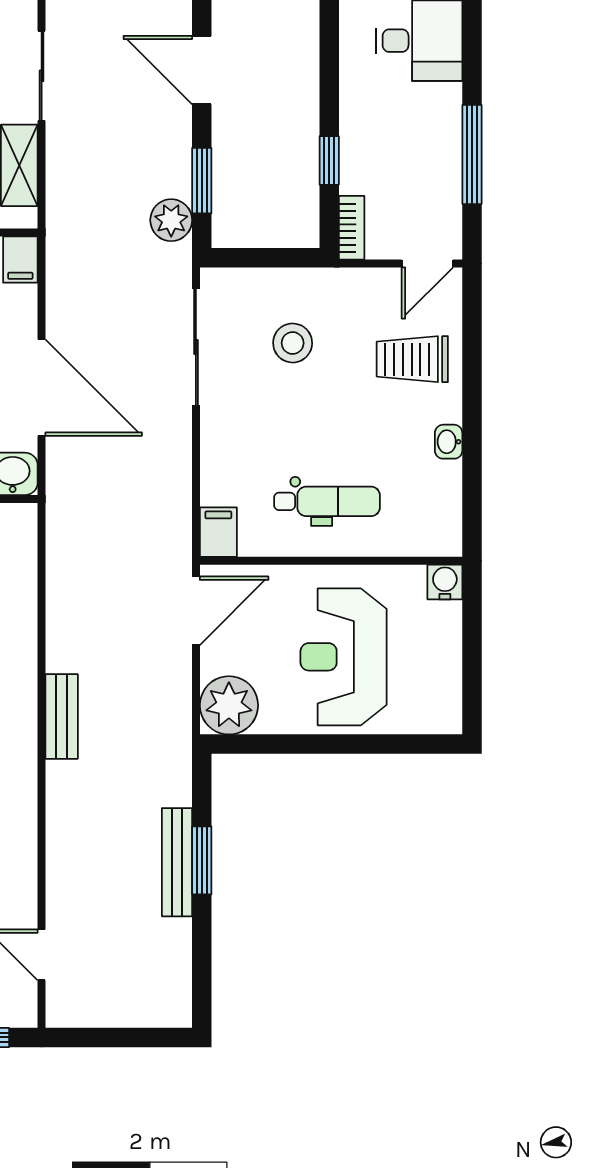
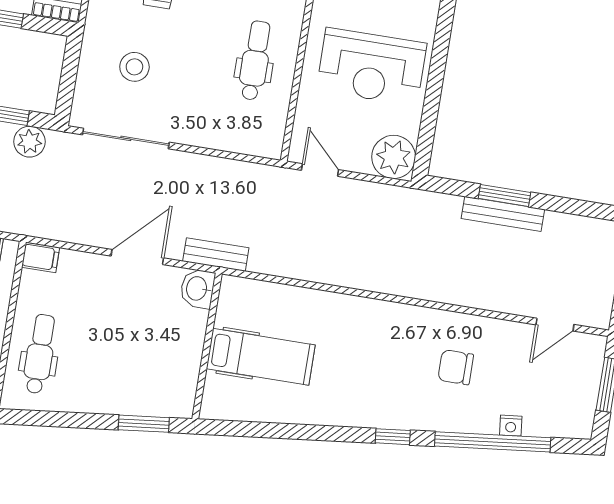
door: (42, 388) -> (137, 257), width x0.73
filing cabinet: (218, 532) -> (265, 144), removed
door: (196, 611) -> (320, 170), width x0.73
bench: (62, 716) -> (216, 255), moved

